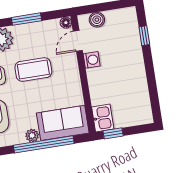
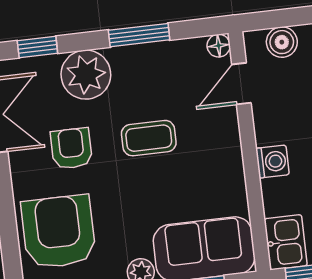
washing machine: (92, 60) -> (272, 162), moved
coffee table: (33, 70) -> (149, 138), width x0.73, depth x0.77

